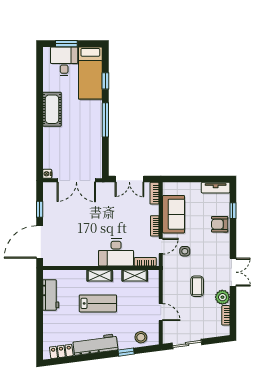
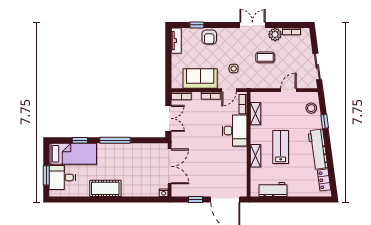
door: (161, 246) -> (229, 90), swing flipped
shelving: (100, 276) -> (256, 156), moved

